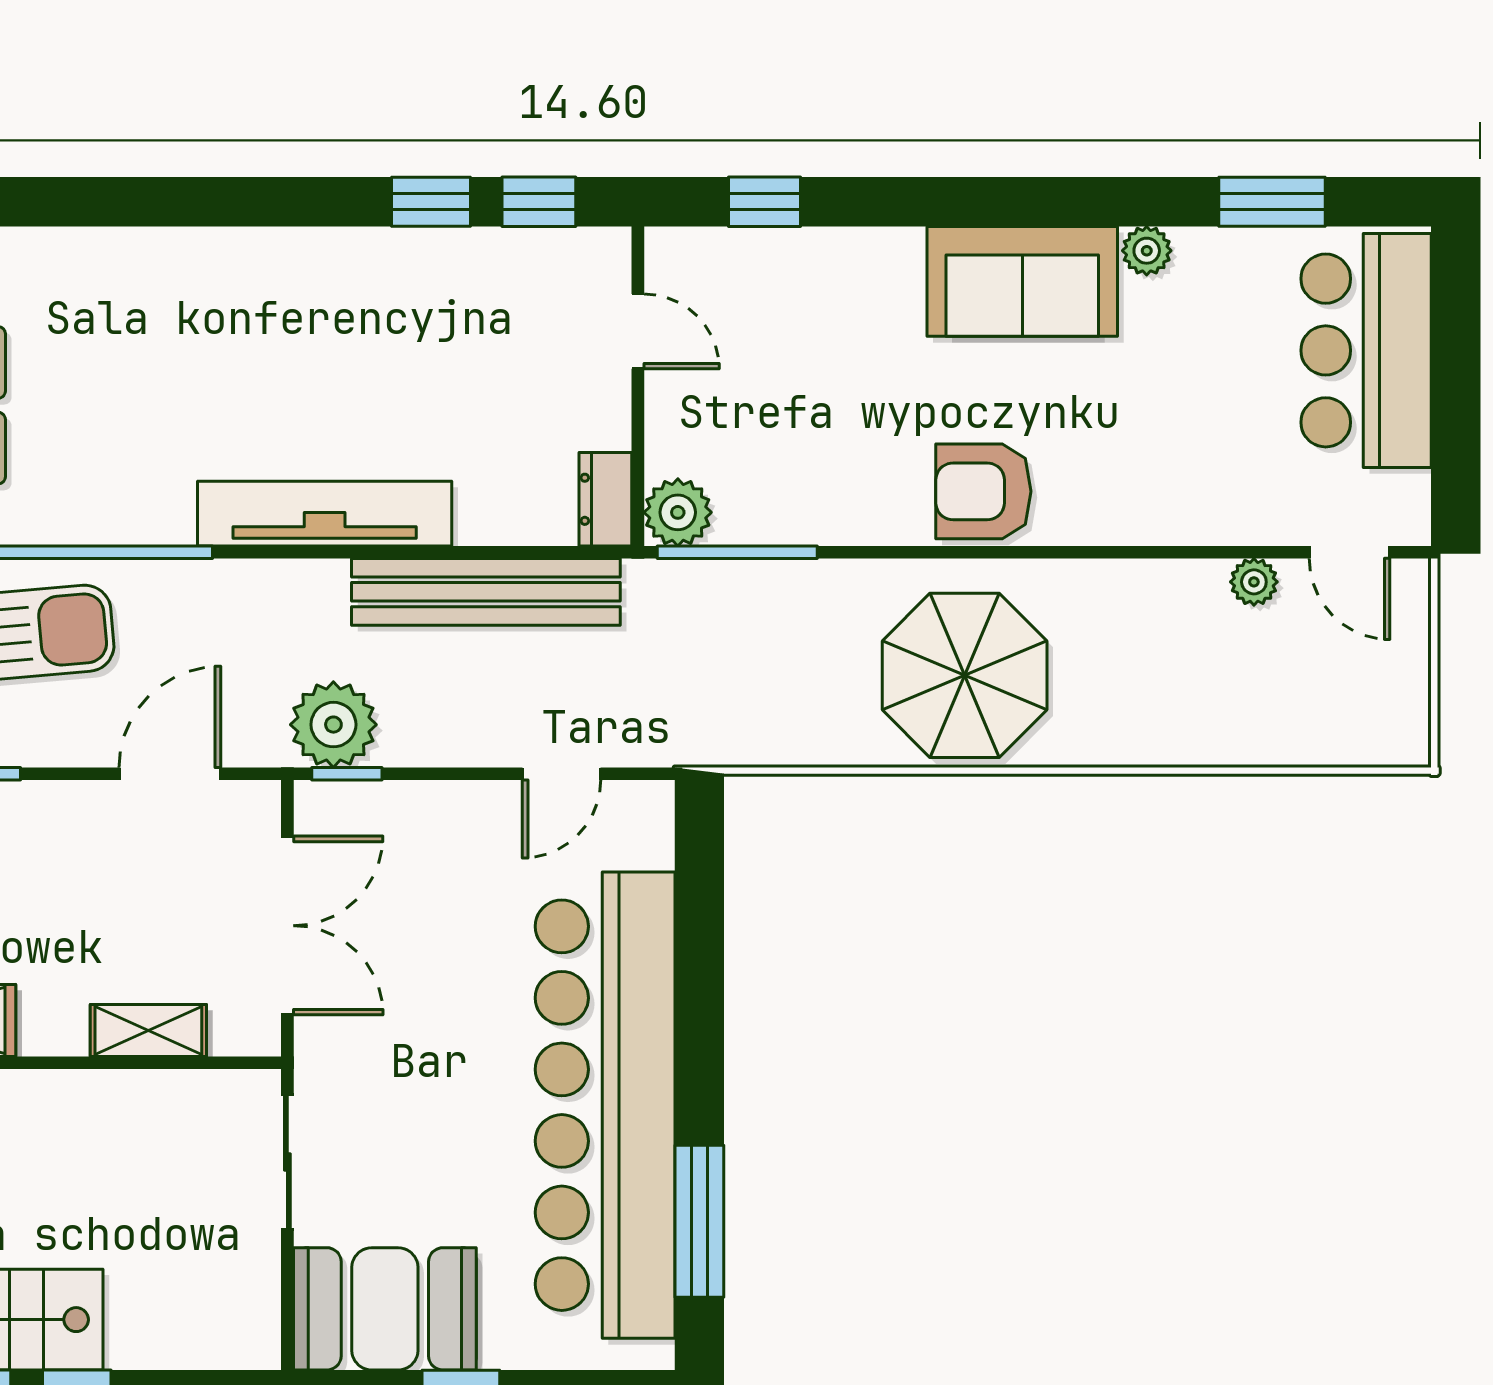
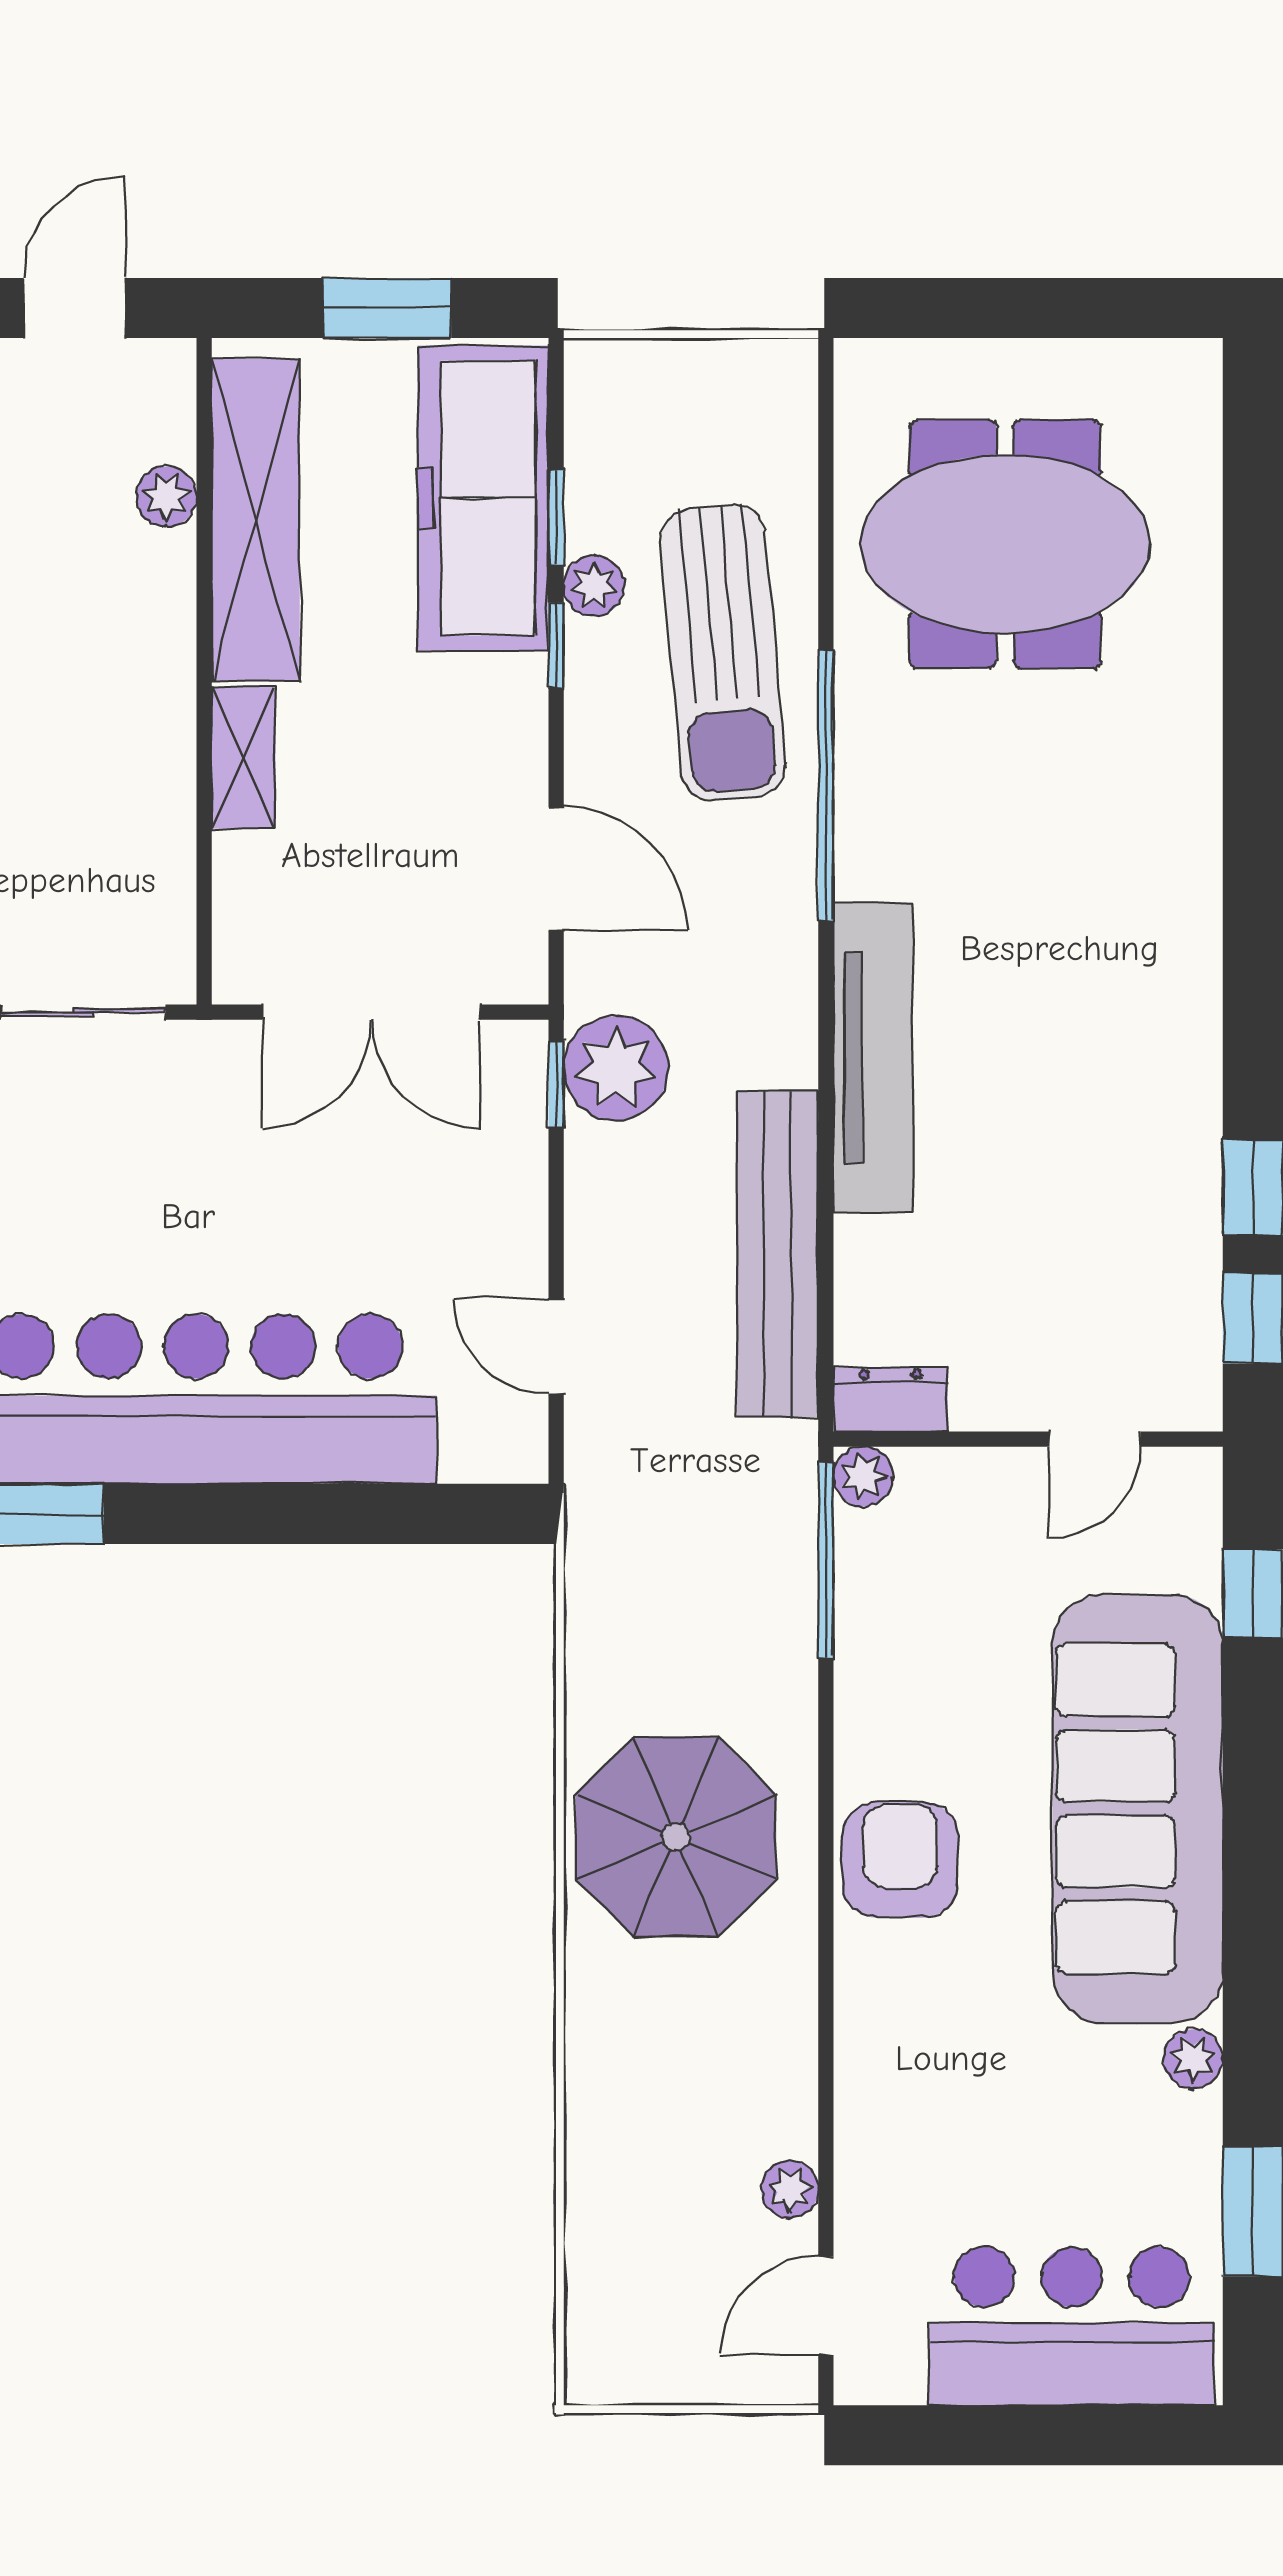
sofa: (1022, 281) -> (1138, 1809), width x1.85, depth x1.27
plant: (678, 512) -> (863, 1476), width x0.73, depth x0.73
shelving: (148, 1030) -> (243, 758), moved

